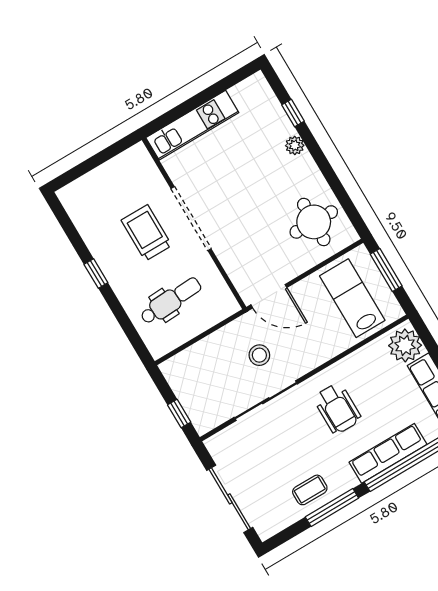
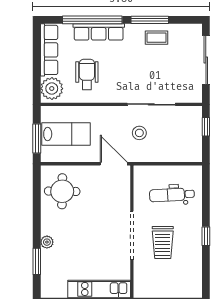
window: (293, 113) -> (37, 261), width x1.50
lab bench: (352, 298) -> (66, 134), turned -90
wheelchair: (337, 408) -> (87, 74), moved

